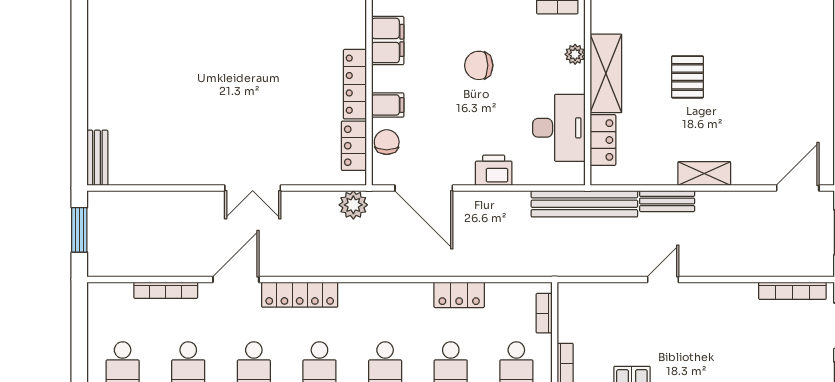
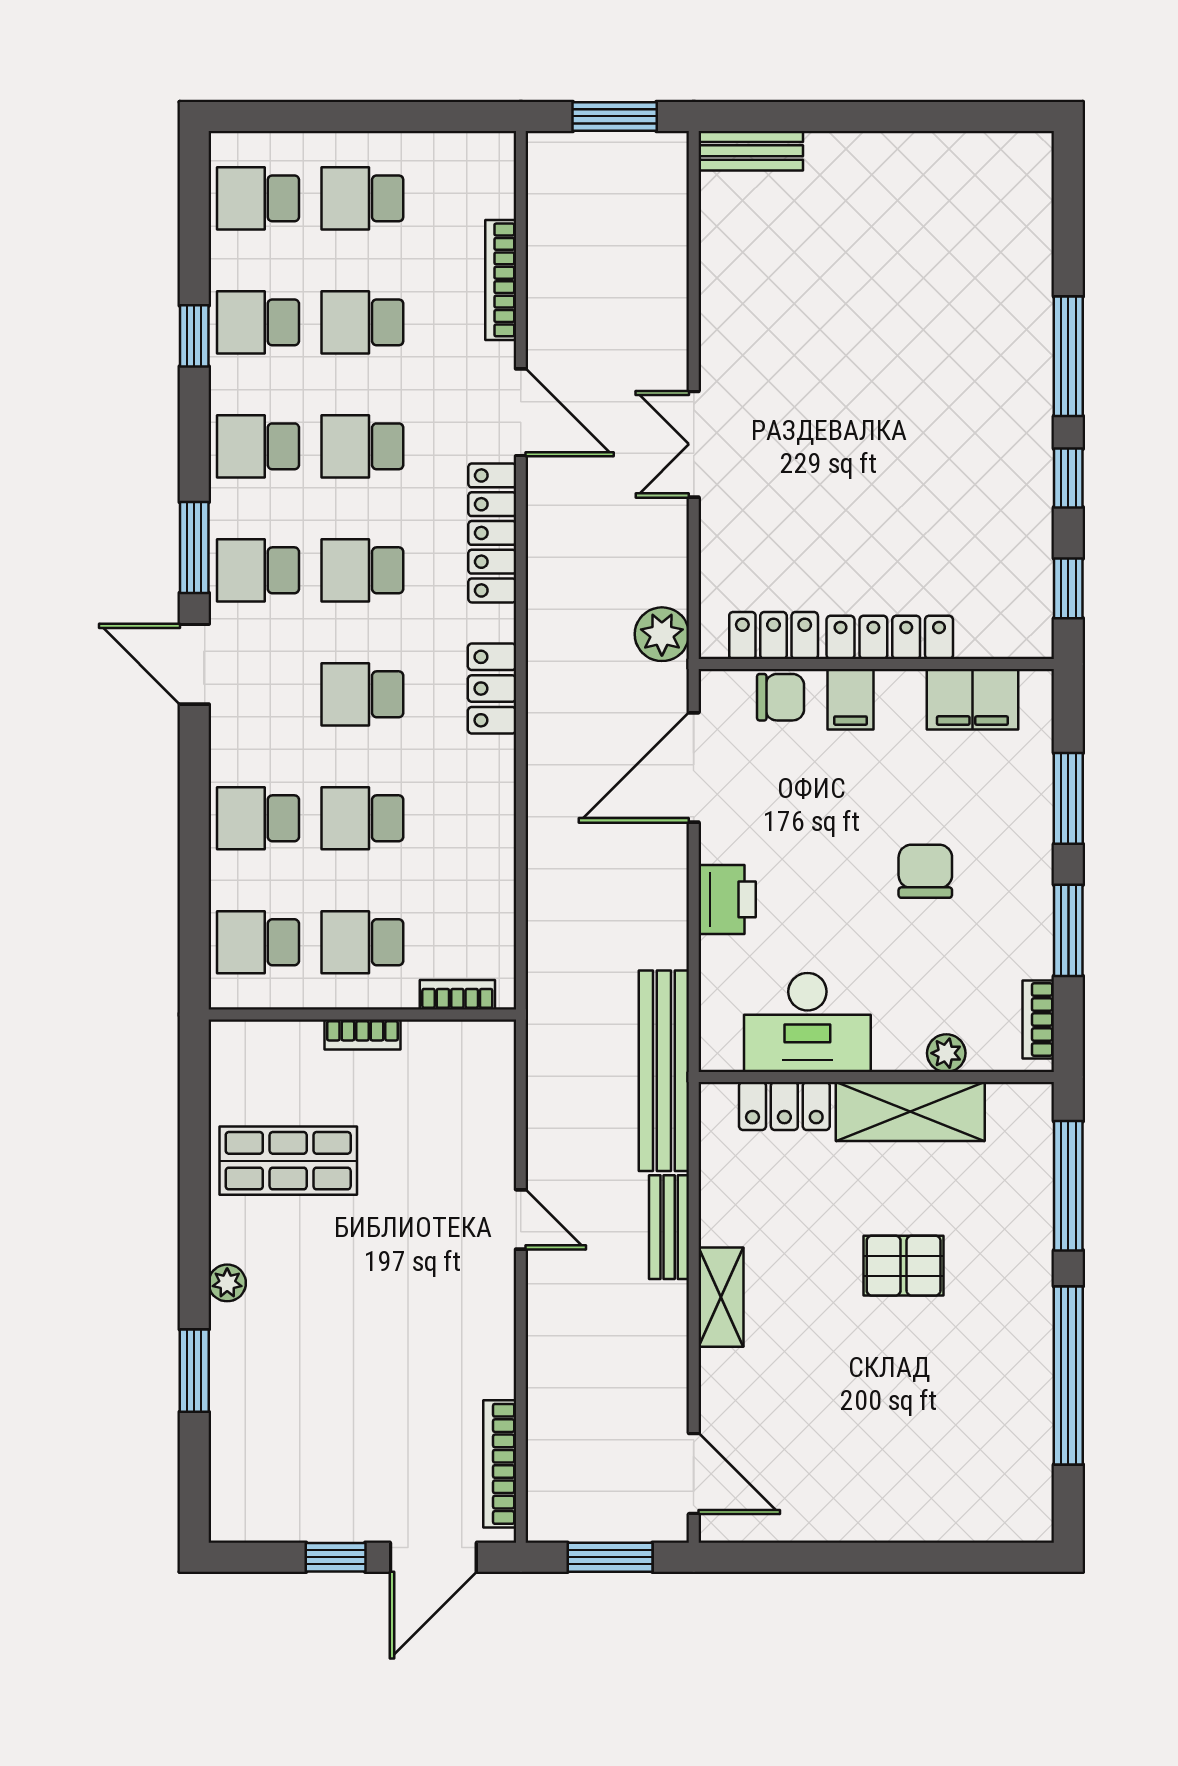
locker: (459, 295) -> (492, 689), moved

